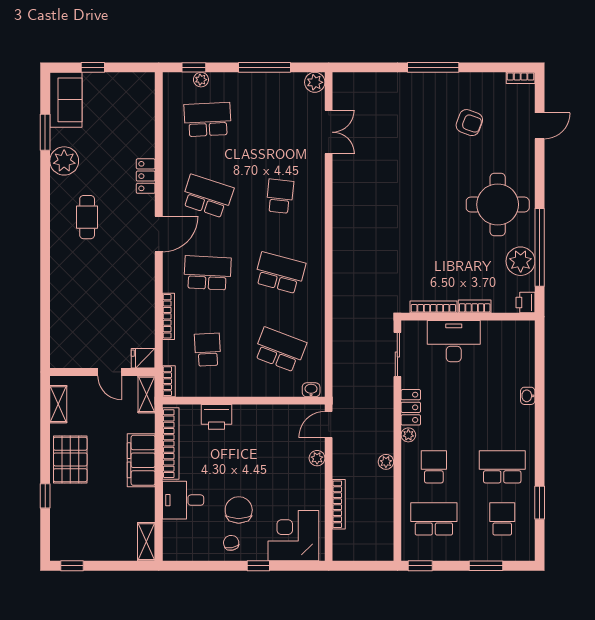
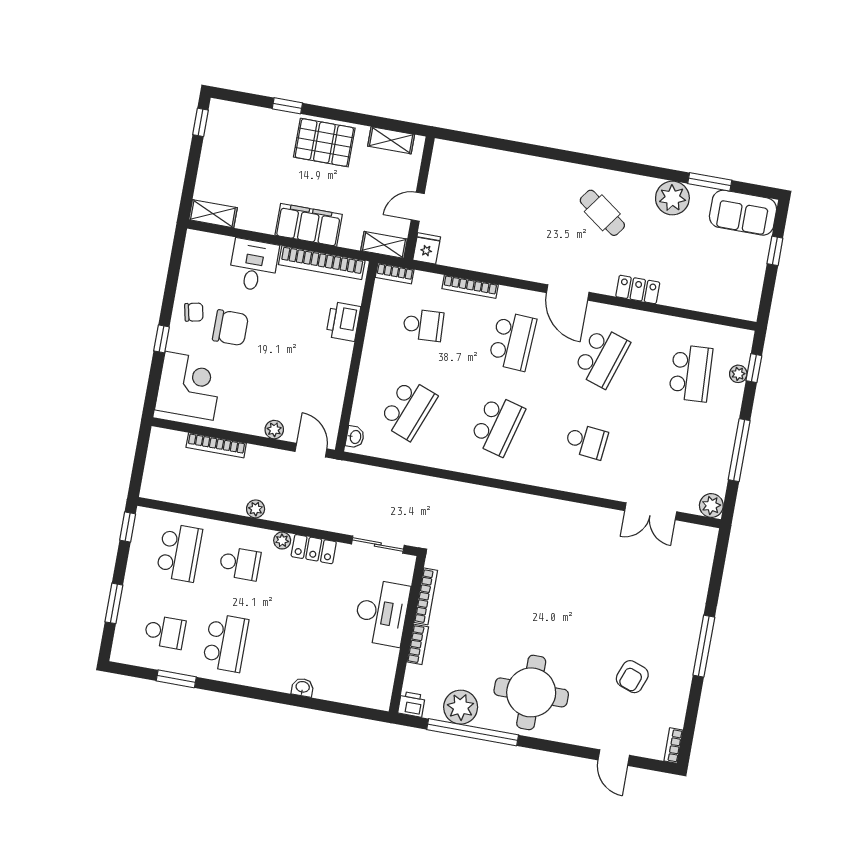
cafe table: (87, 217) -> (602, 213), turned 36

